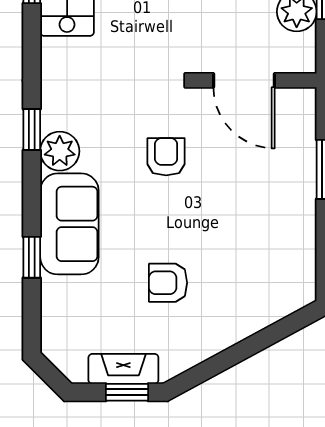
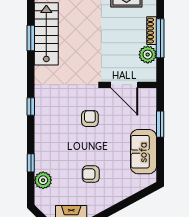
plant: (60, 151) -> (43, 180), moved
sofa: (69, 224) -> (143, 152), moved, turned 180

